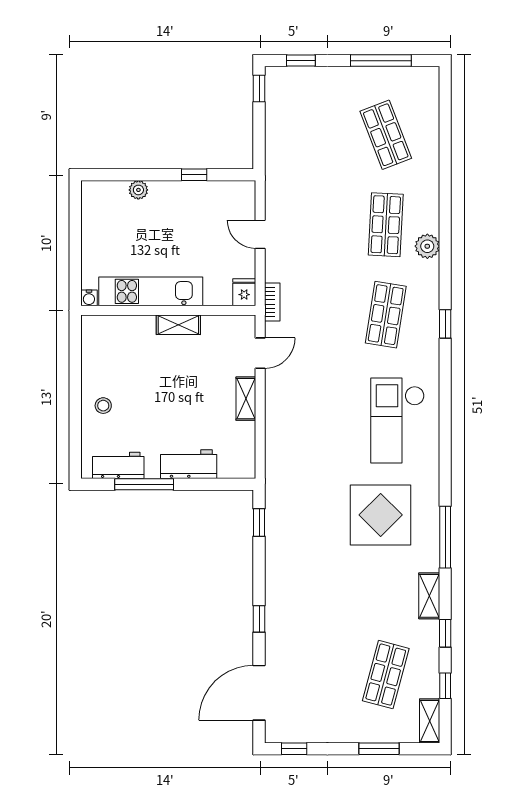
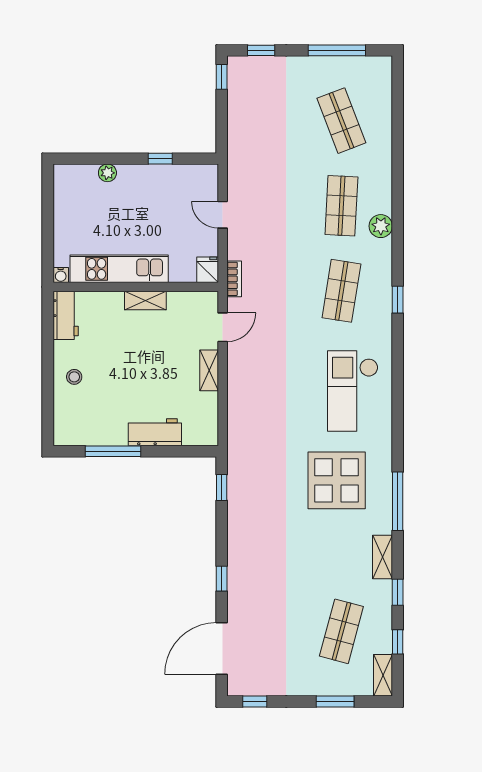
workbench: (118, 465) -> (66, 315), moved, turned 90

